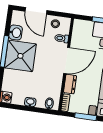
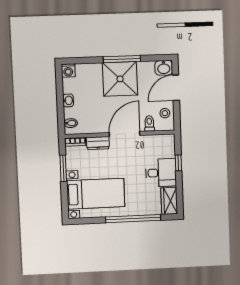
washbasin: (16, 33) -> (164, 68), moved
door: (67, 60) -> (125, 134), swing flipped

